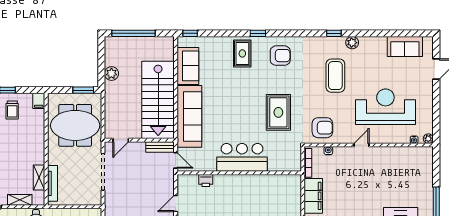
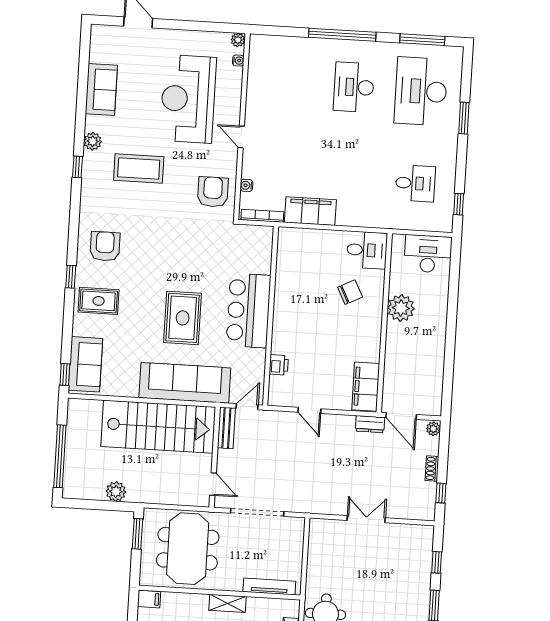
sofa: (405, 46) -> (101, 90), moved
sofa: (188, 66) -> (85, 364), moved, turned 90
rug: (278, 112) -> (183, 318), moved, turned 90
shelving: (39, 178) -> (227, 603), moved

